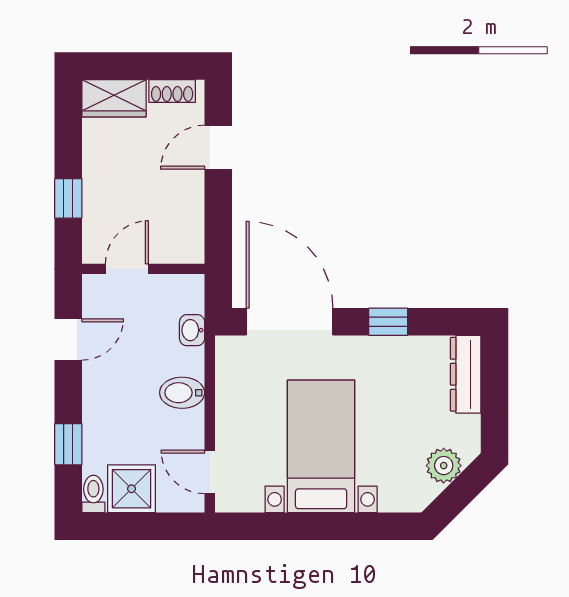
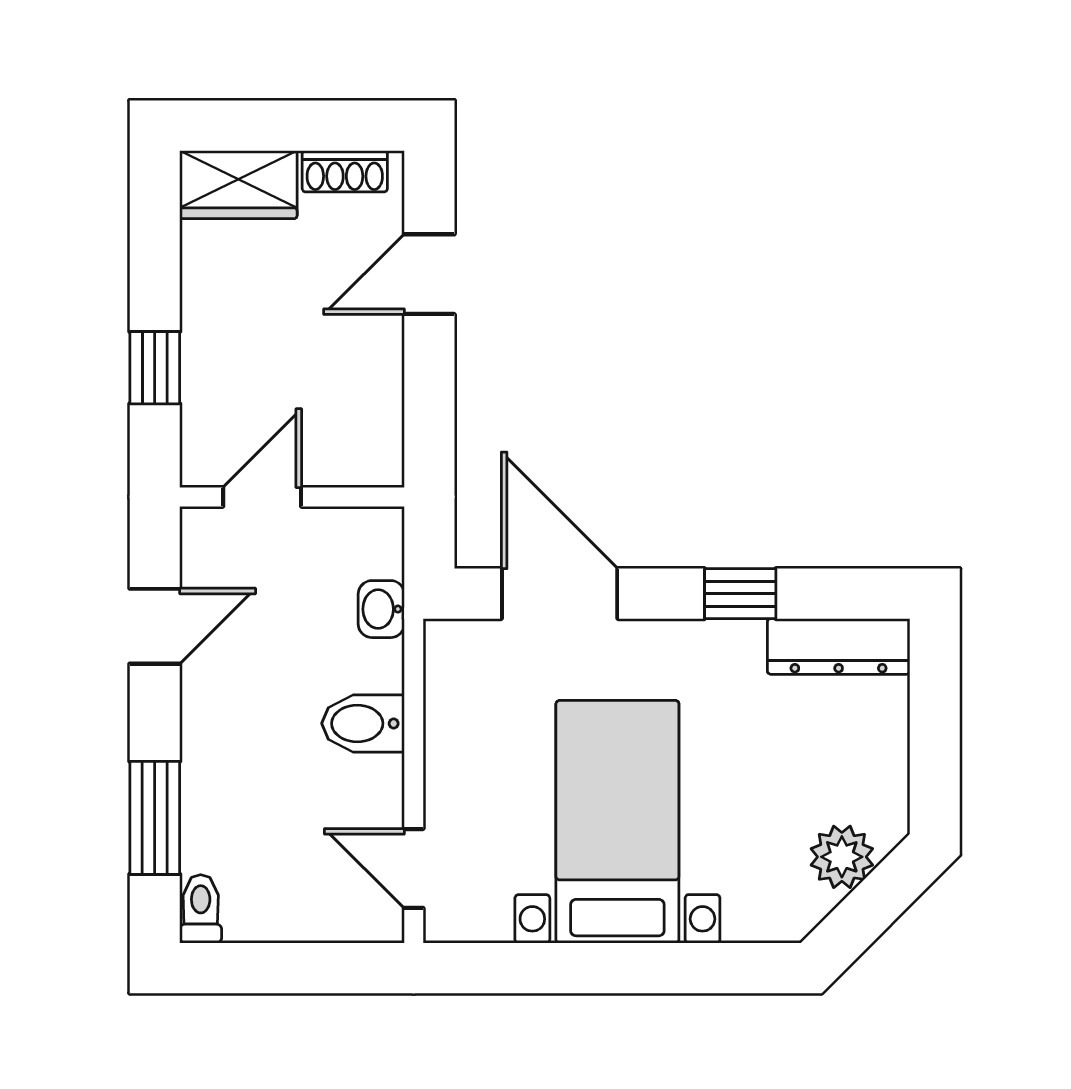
door: (289, 322) -> (560, 594), width x0.73
dresser: (466, 374) -> (839, 646), moved, turned -90
window: (68, 444) -> (155, 818), width x1.50
shower: (132, 489) -> (270, 899), removed

